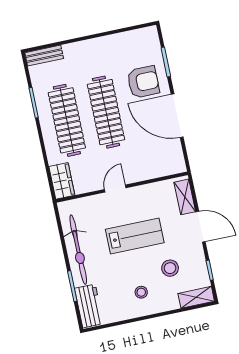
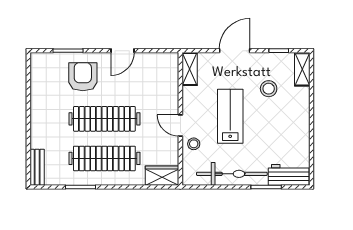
door: (177, 116) -> (122, 51), width x0.53
shelving: (185, 197) -> (190, 69), moved, turned 90
stool: (141, 292) -> (194, 144), moved

